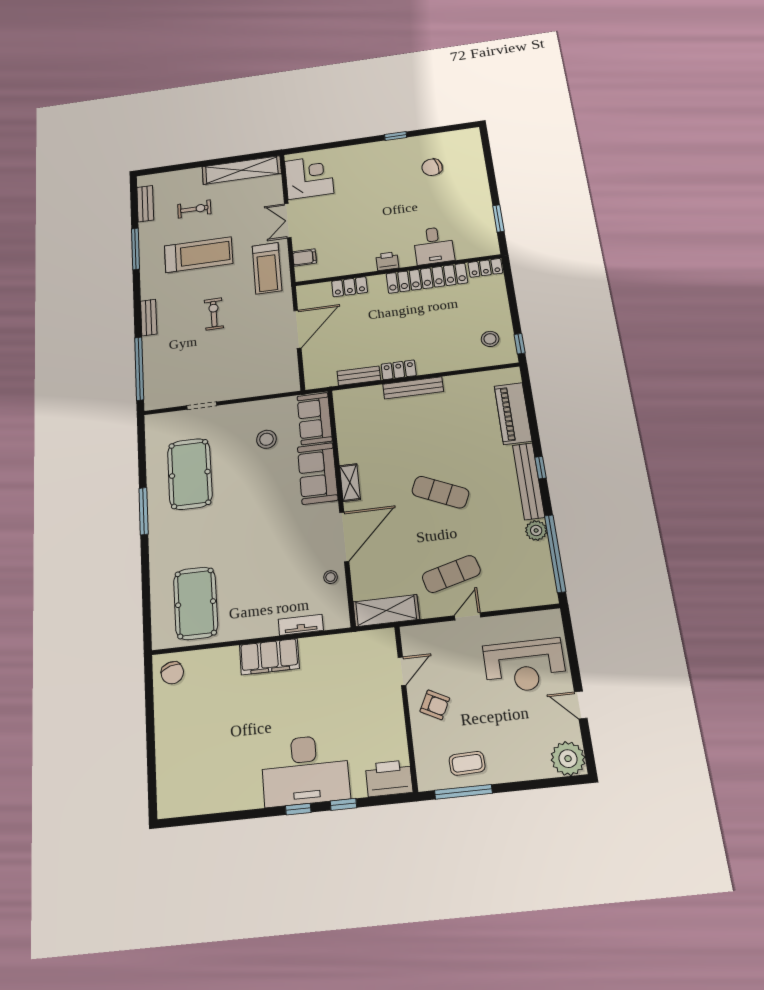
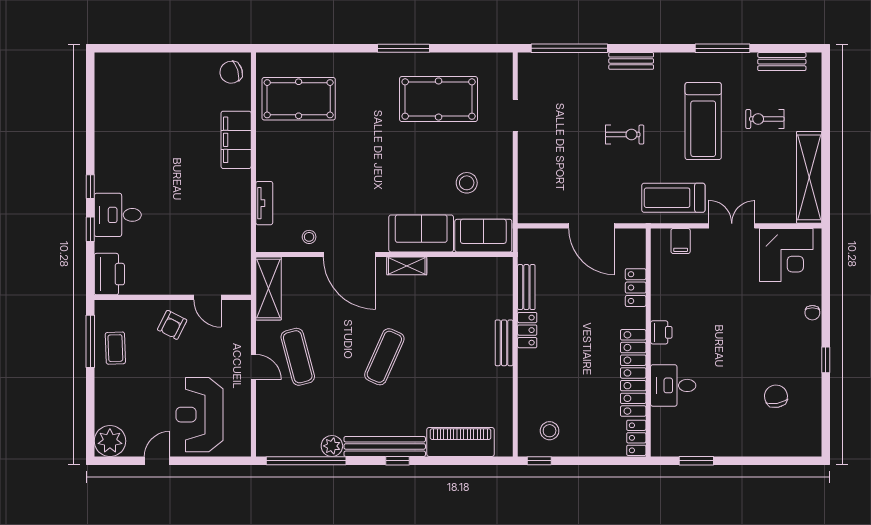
chair: (356, 151) -> (812, 313), added
exercise bike: (194, 209) -> (765, 119), turned 90
bench: (413, 388) -> (504, 343), width x0.73
filing cabinet: (269, 657) -> (236, 140), moved
desk: (305, 770) -> (118, 215), width x0.53, depth x0.77

